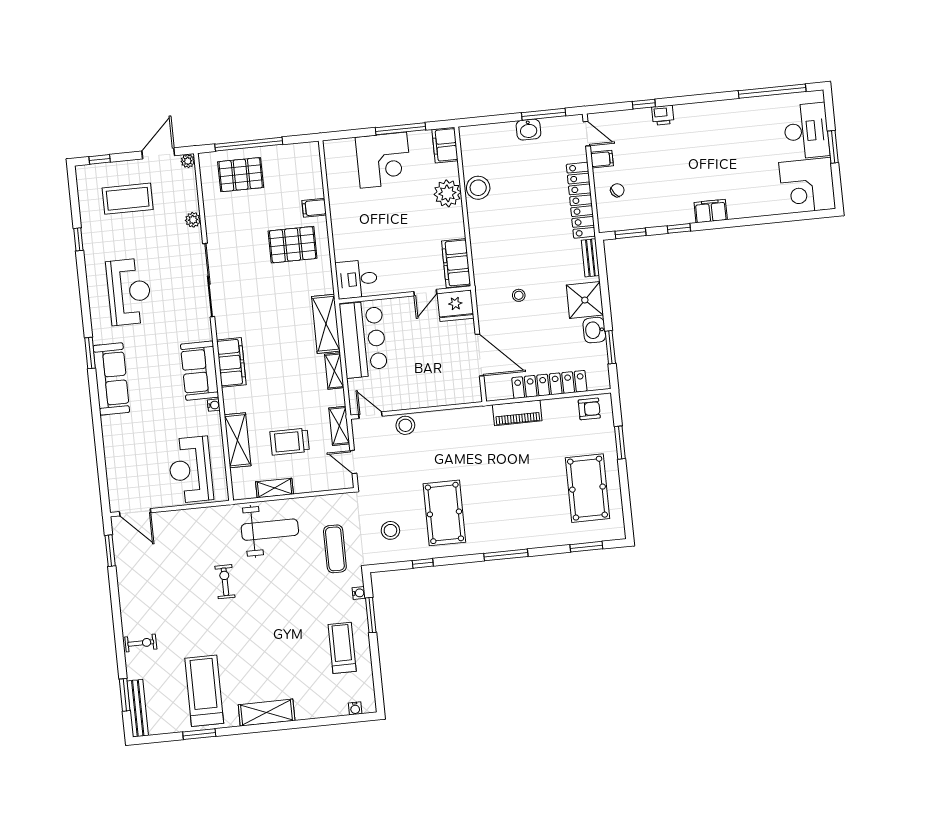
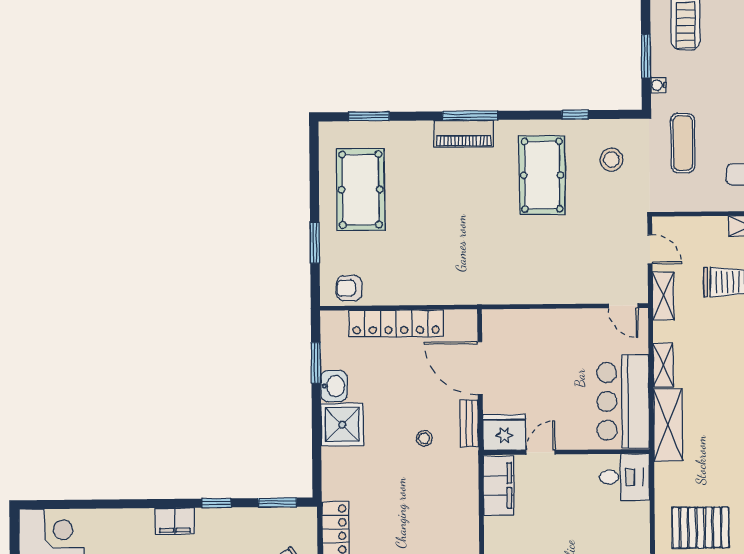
bench: (590, 258) -> (469, 423), moved
piano: (517, 413) -> (464, 134), moved, turned 180
stool: (405, 425) -> (581, 289), removed

